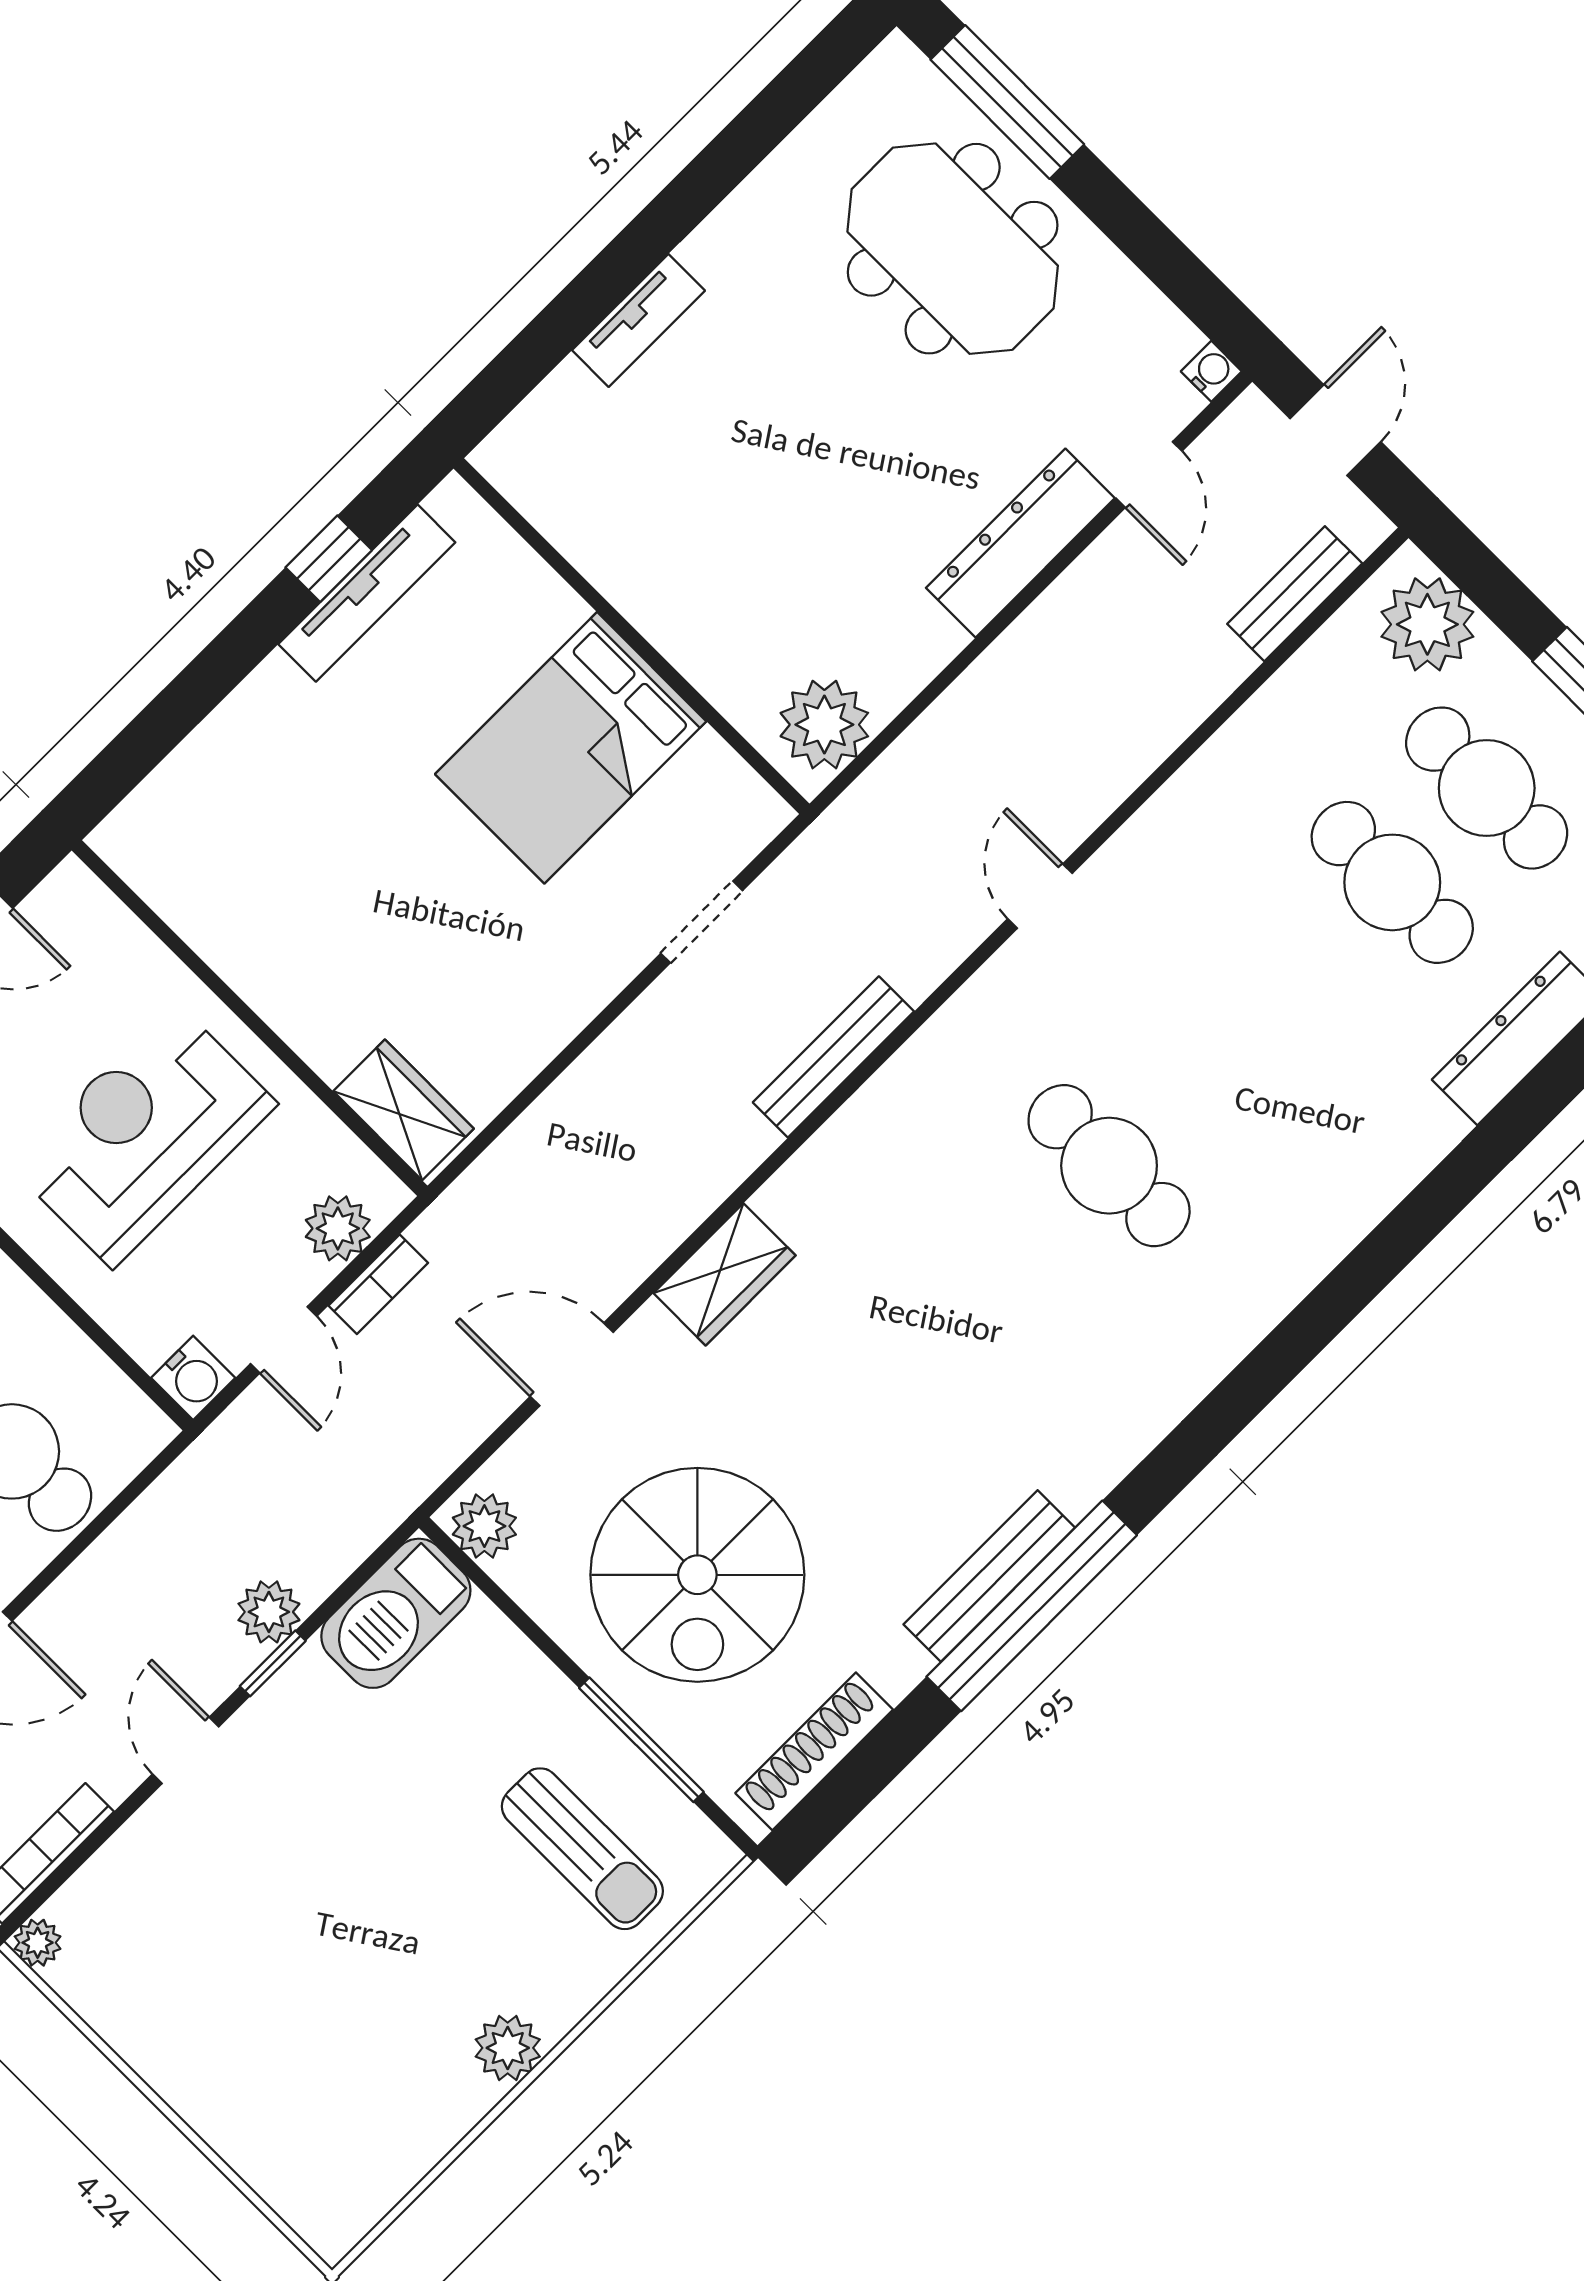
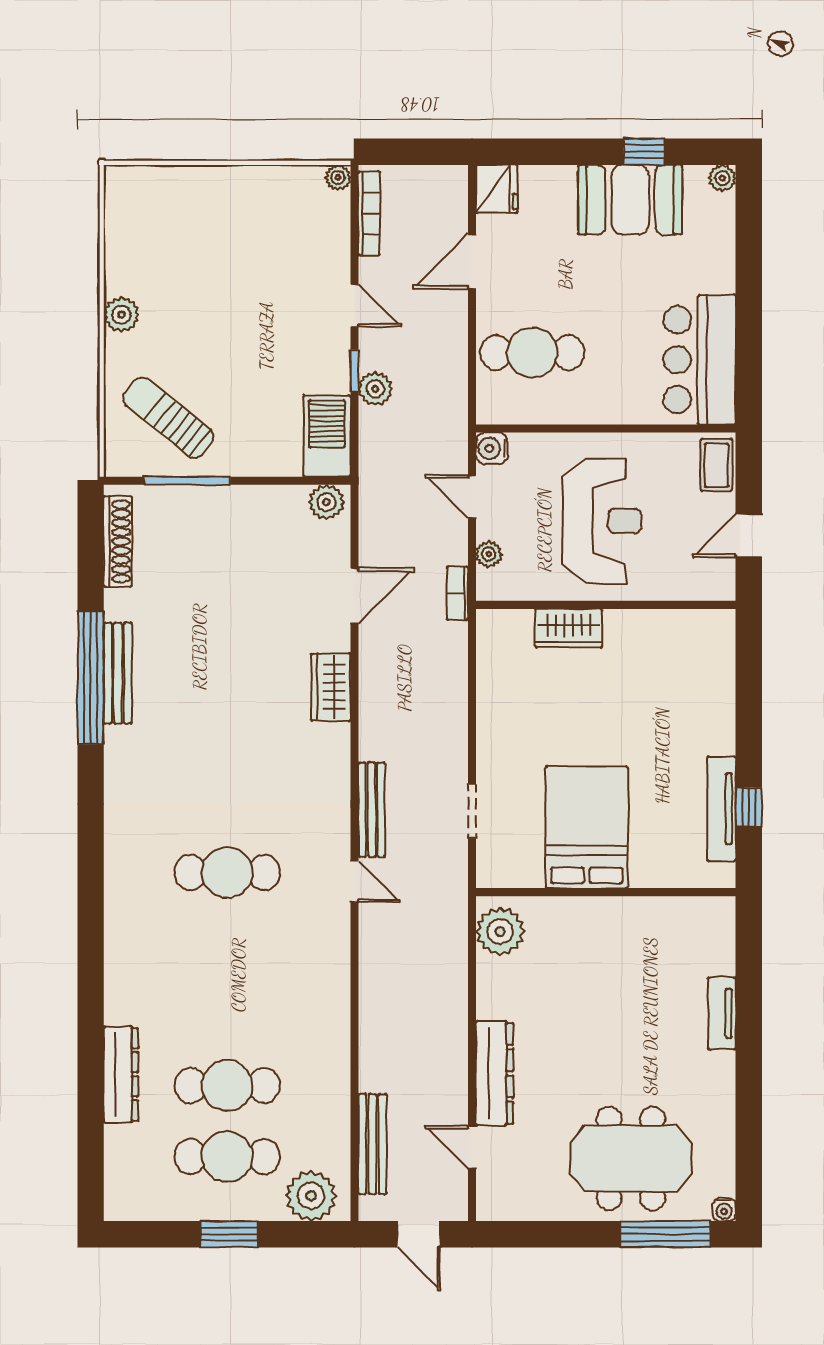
water cooler: (1211, 371) -> (724, 1210), moved
bench: (1295, 594) -> (372, 1144), width x1.36
door: (1040, 896) -> (354, 881), moved
wardrobe: (404, 1110) -> (569, 628), moved
plant: (338, 1228) -> (489, 554), width x0.73, depth x0.73
bookcase: (378, 1284) -> (457, 593), moved
spiral stairs: (697, 1575) -> (228, 564), removed
sun lounger: (582, 1849) -> (168, 418), turned 39

